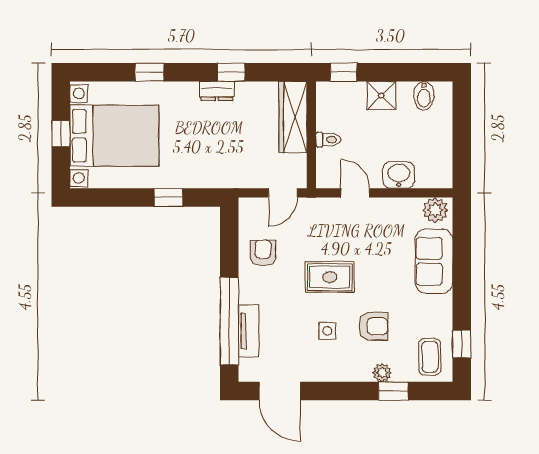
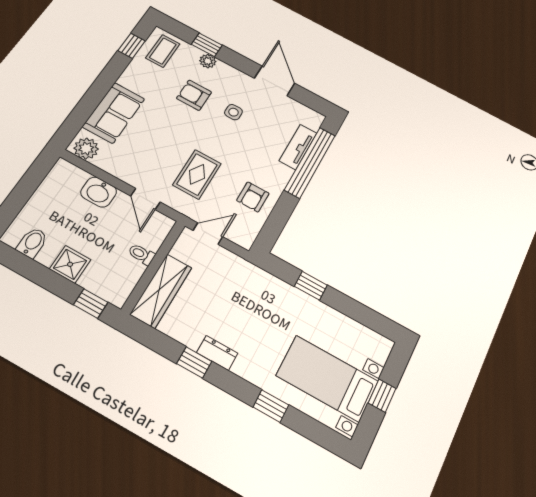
bed with nightstands: (114, 136) -> (327, 378), width x0.73
rug: (330, 277) -> (197, 174), moved, turned 90
door: (280, 391) -> (275, 81), moved

